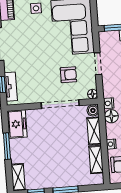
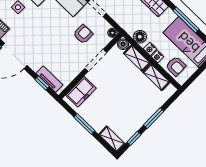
nightstand: (109, 103) -> (150, 49), moved
doorway: (60, 104) -> (96, 60), width x0.73
freezer: (17, 124) -> (81, 92), moved, turned 90

